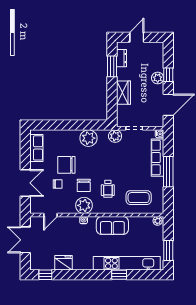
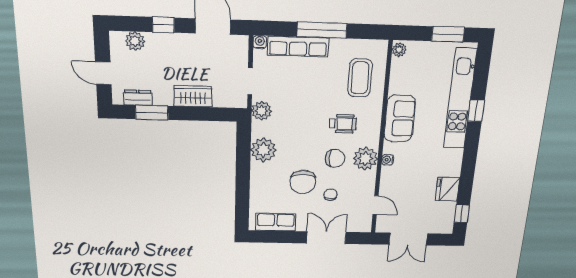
plant: (158, 78) -> (135, 41), moved

